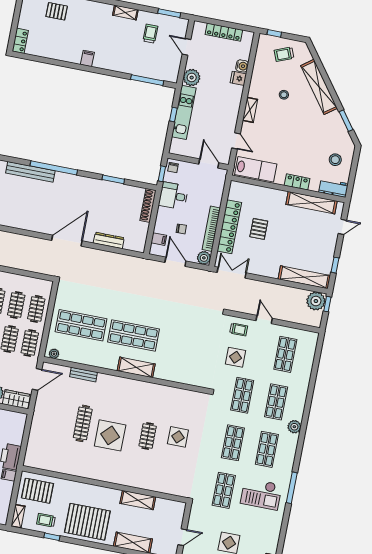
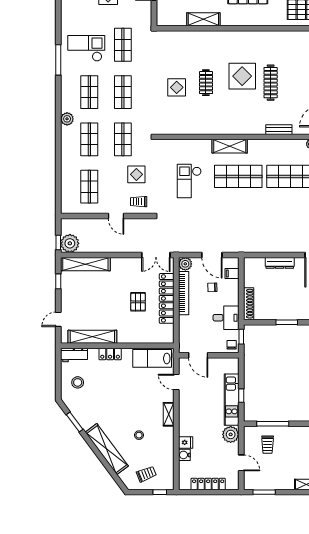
trolley: (150, 34) -> (268, 445), moved
checkout: (184, 340) -> (189, 181), added

